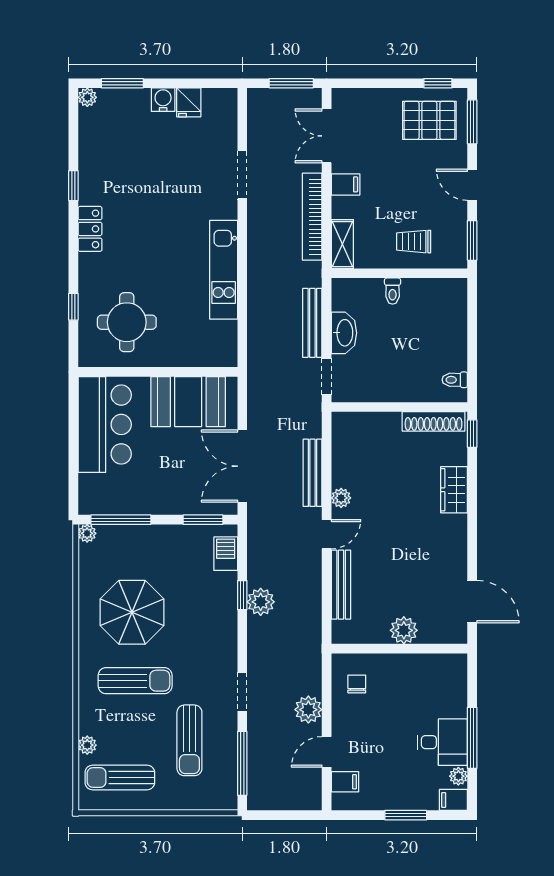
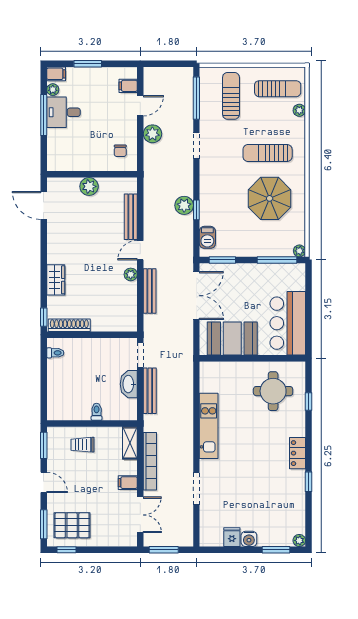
trolley: (414, 242) -> (82, 445), turned 180
sun lounger: (189, 740) -> (231, 96), moved

